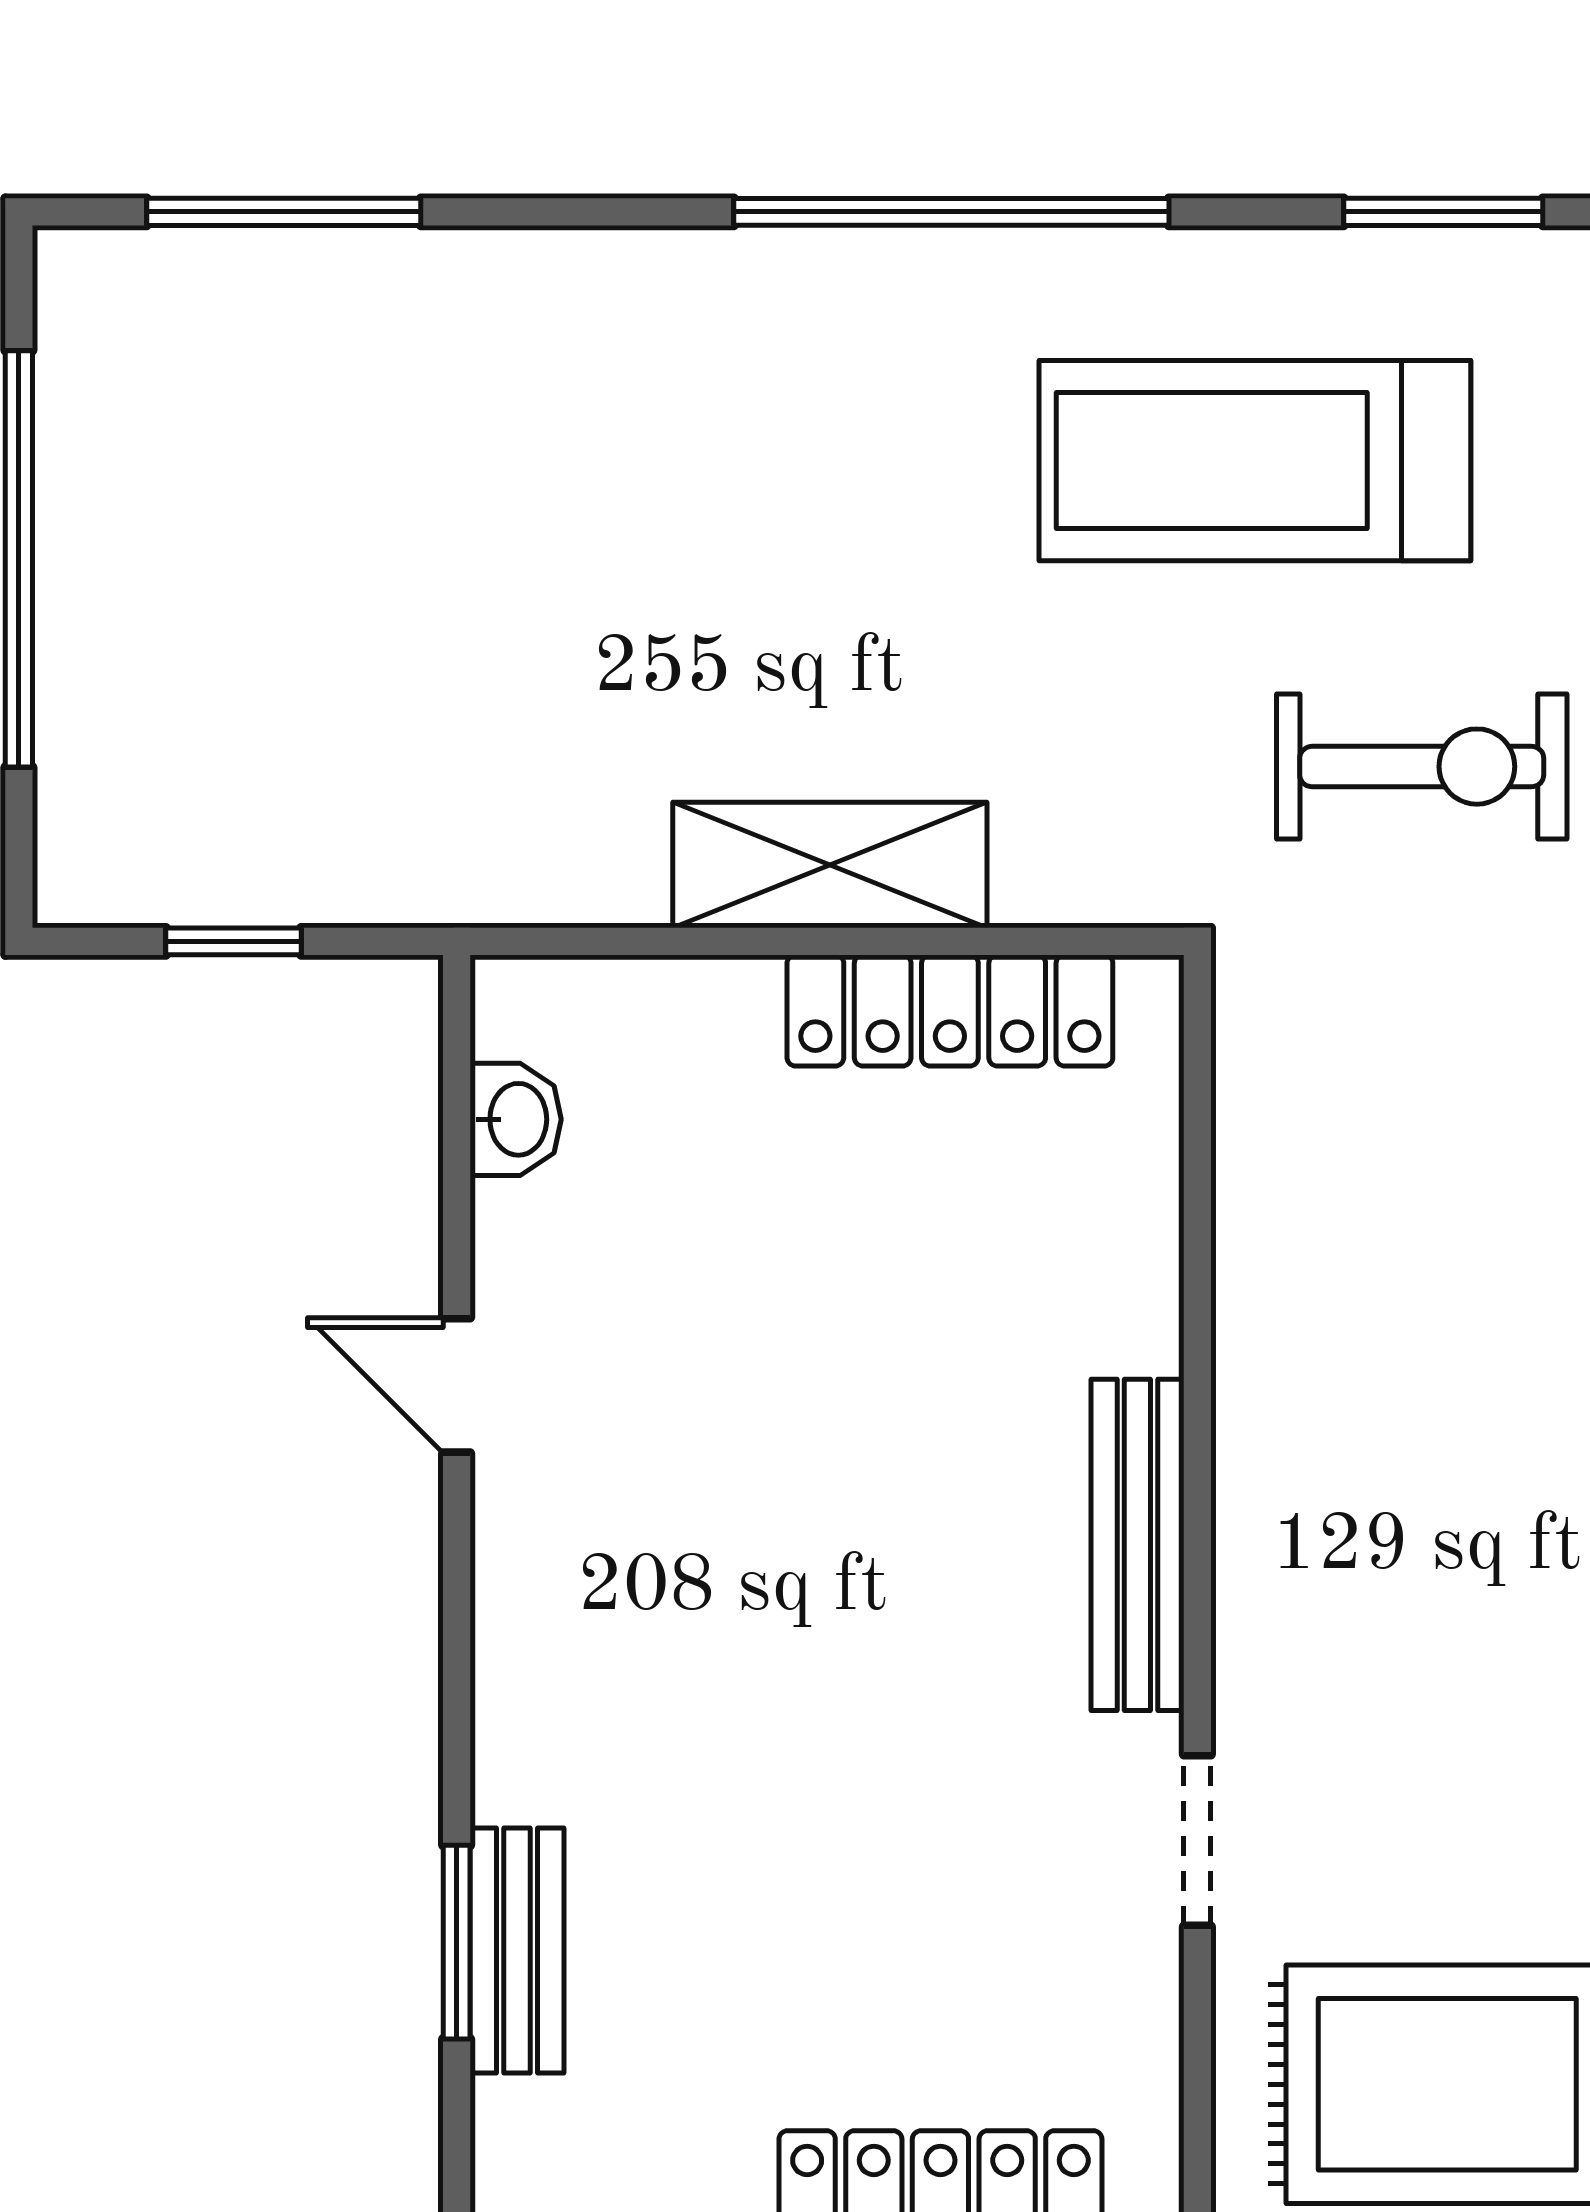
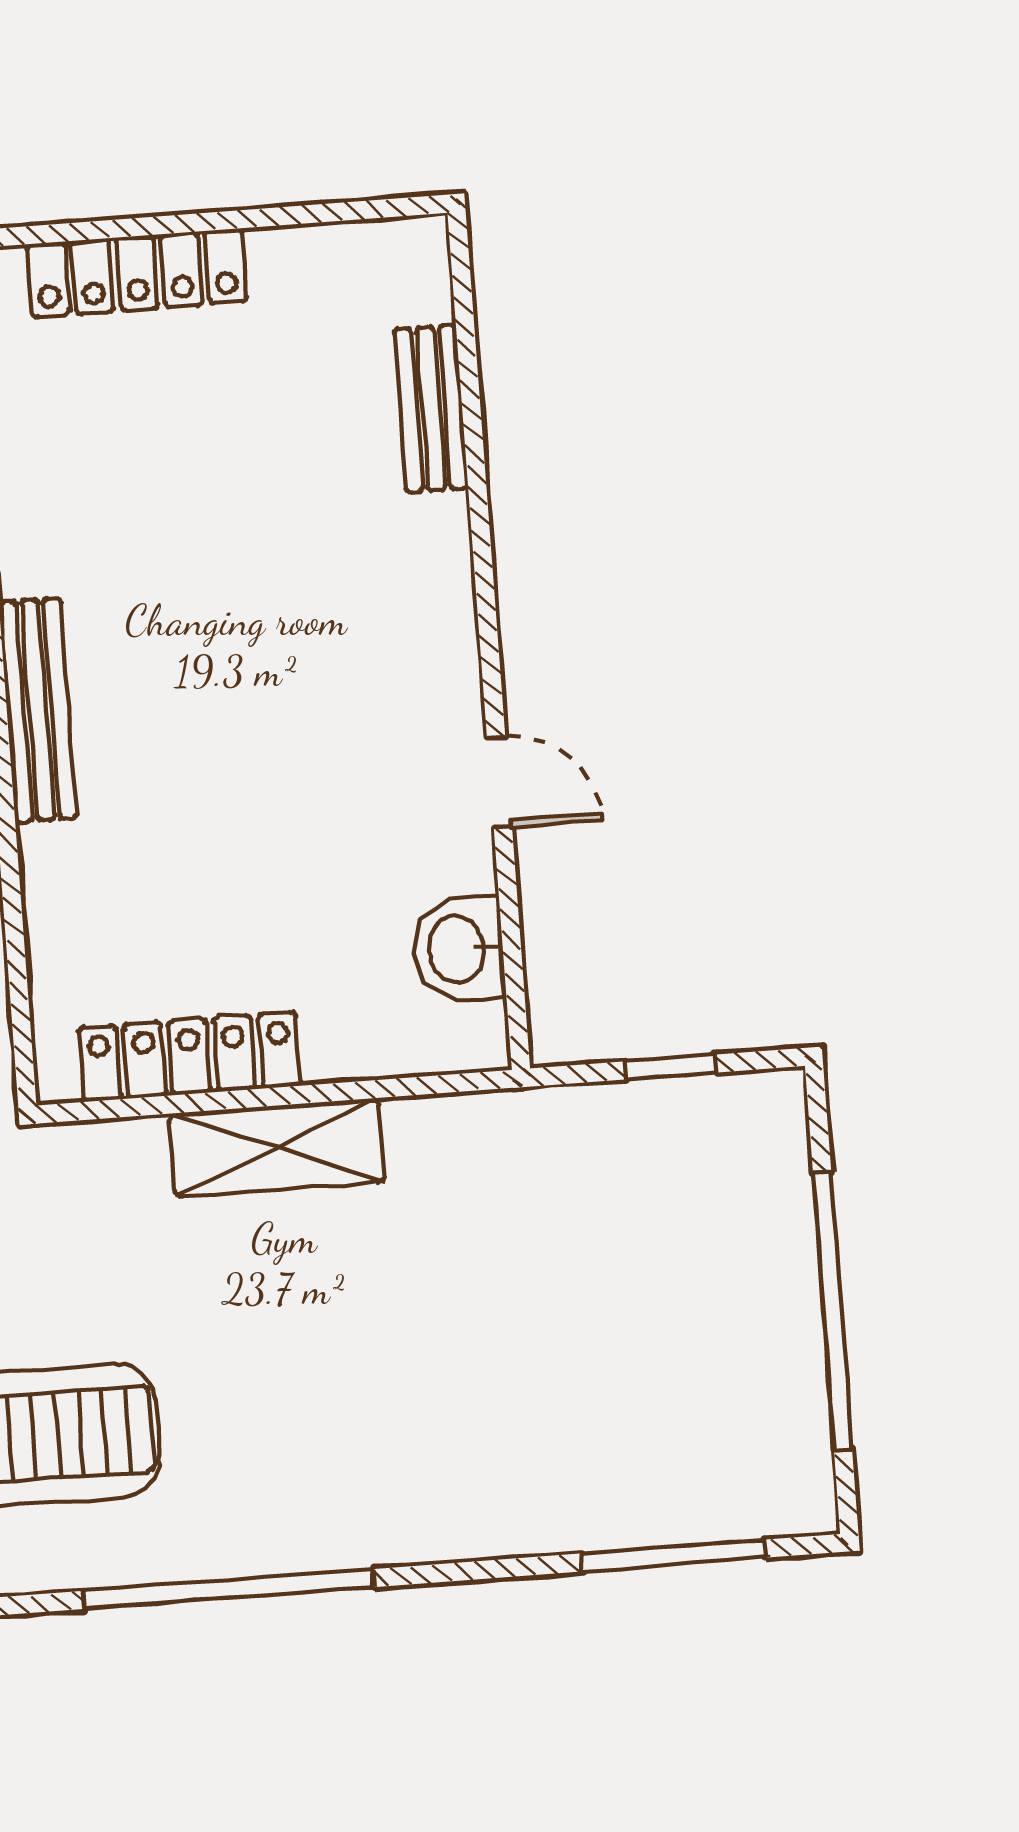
washbasin: (516, 1119) -> (459, 949), width x1.38, depth x1.45
window: (457, 1942) -> (472, 411), removed

